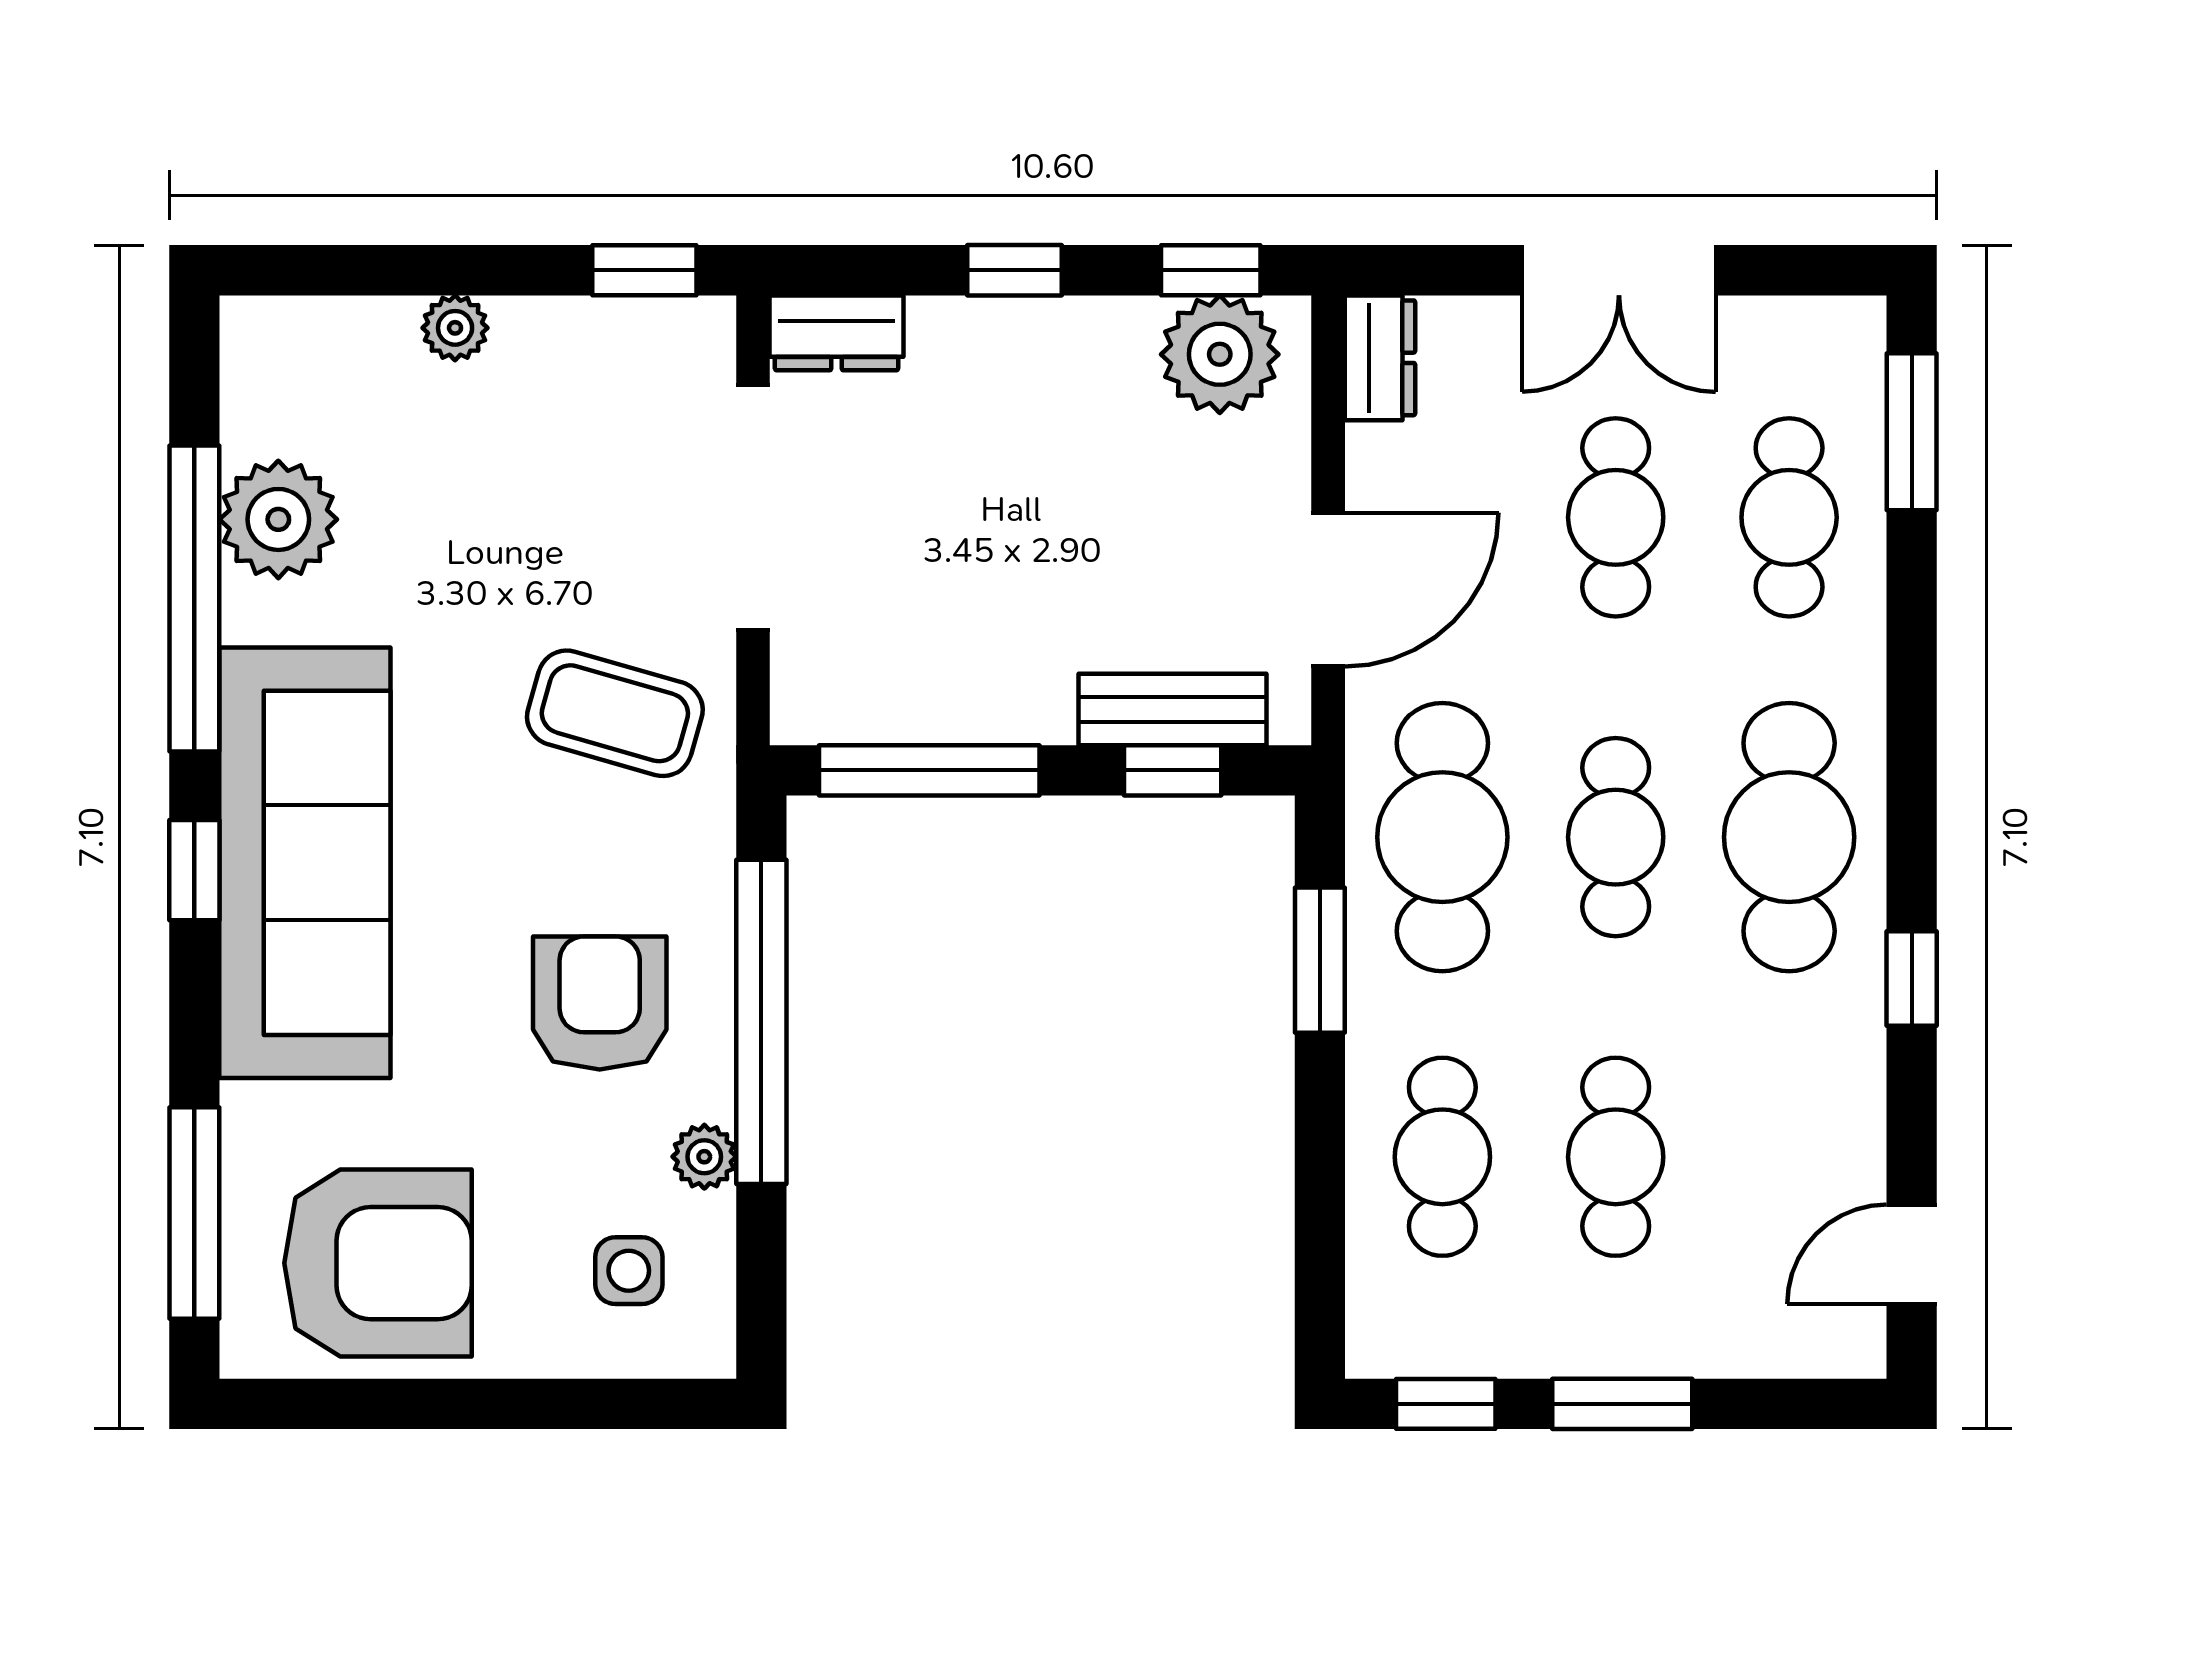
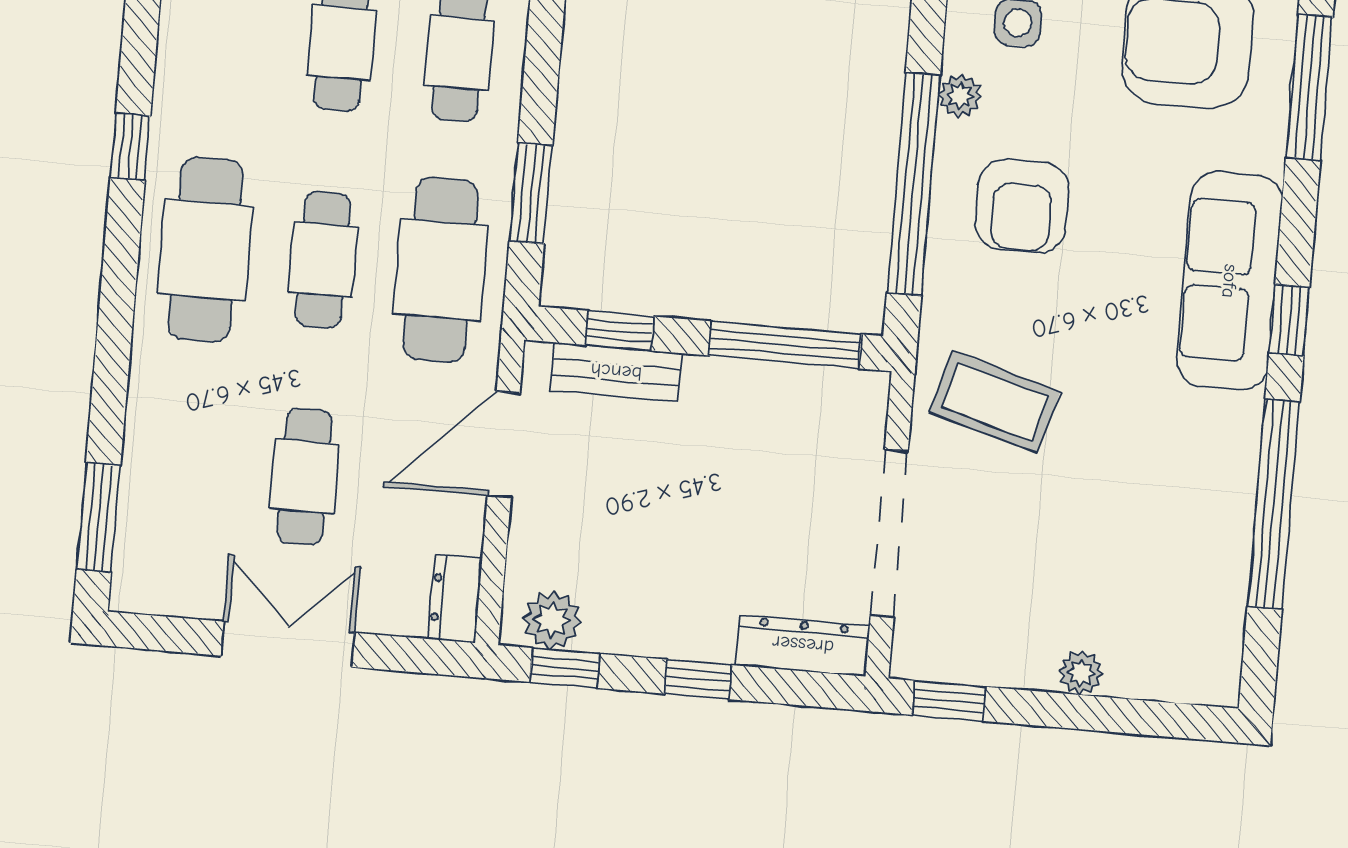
dresser: (836, 333) -> (803, 645), width x1.44
plant: (1220, 354) -> (552, 620), width x0.73, depth x0.73
cafe table: (1789, 517) -> (187, 467), removed
plant: (278, 519) -> (1212, 553), removed
sofa: (305, 863) -> (1230, 281), width x0.74, depth x0.79

